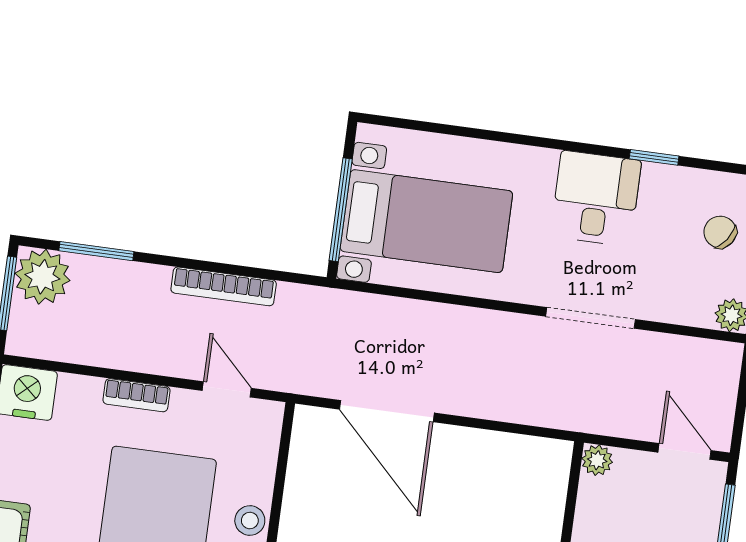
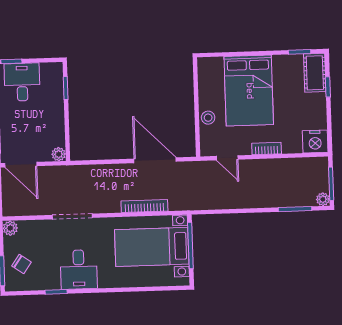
plant: (42, 277) -> (323, 199), width x0.53, depth x0.53
bookcase: (224, 286) -> (144, 206), moved
door: (685, 451) -> (21, 165), width x1.38
stool: (250, 520) -> (208, 118), moved

